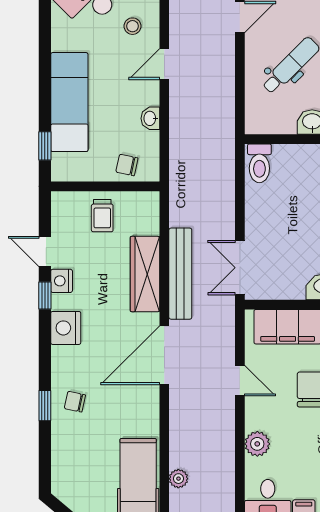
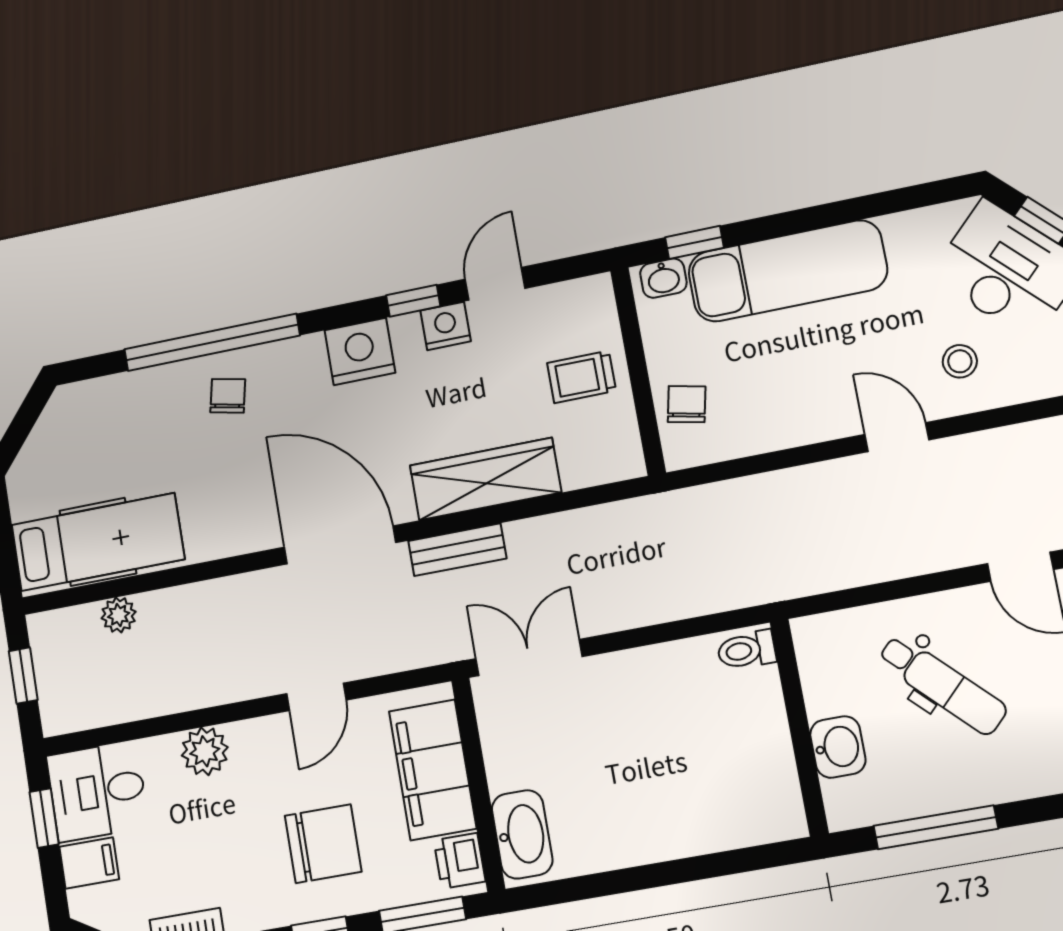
washbasin: (150, 118) -> (663, 278), moved, turned 180
toilet: (259, 163) -> (747, 650), width x0.73, depth x0.72
bench: (180, 274) -> (457, 550), width x0.54, depth x0.82
window: (45, 406) -> (212, 342), width x3.17

